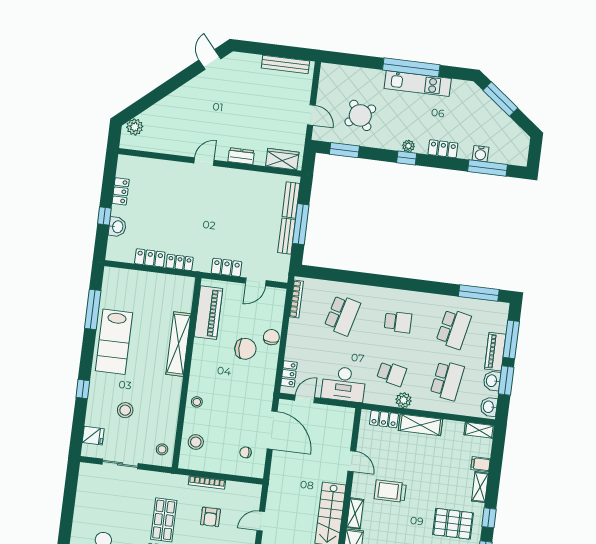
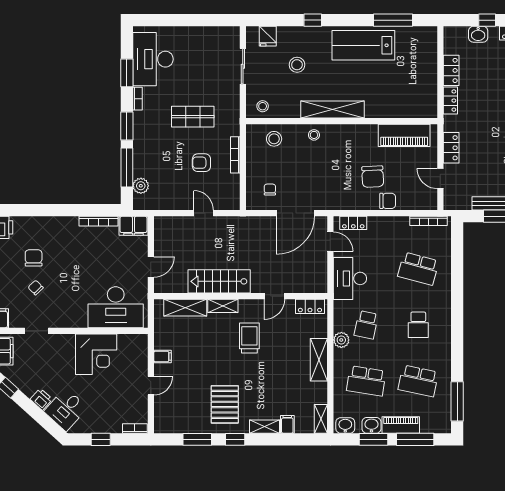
shelving: (178, 344) -> (333, 110), moved
locker: (384, 419) -> (310, 306), moved, turned -90

